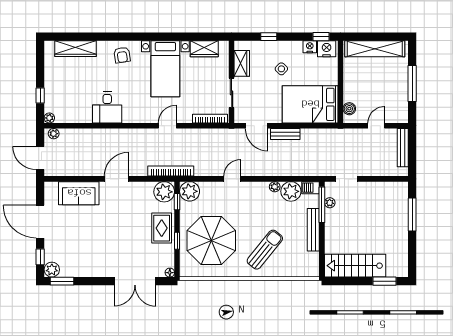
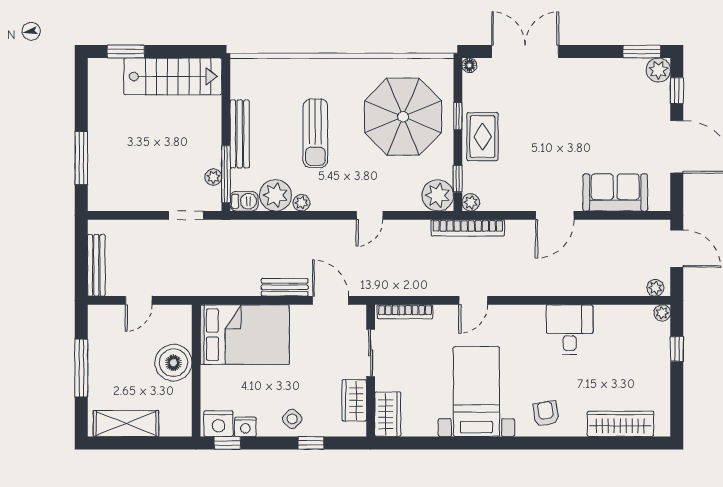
wardrobe: (204, 49) -> (388, 414), moved, turned 90
shelving: (375, 49) -> (126, 424), width x0.68
side table: (281, 69) -> (292, 419), moved
boiler: (349, 109) -> (173, 363), moved, width x1.86, depth x1.86
plant: (164, 192) -> (471, 202), width x0.53, depth x0.53
sun lounger: (265, 250) -> (315, 133), moved, turned -39

